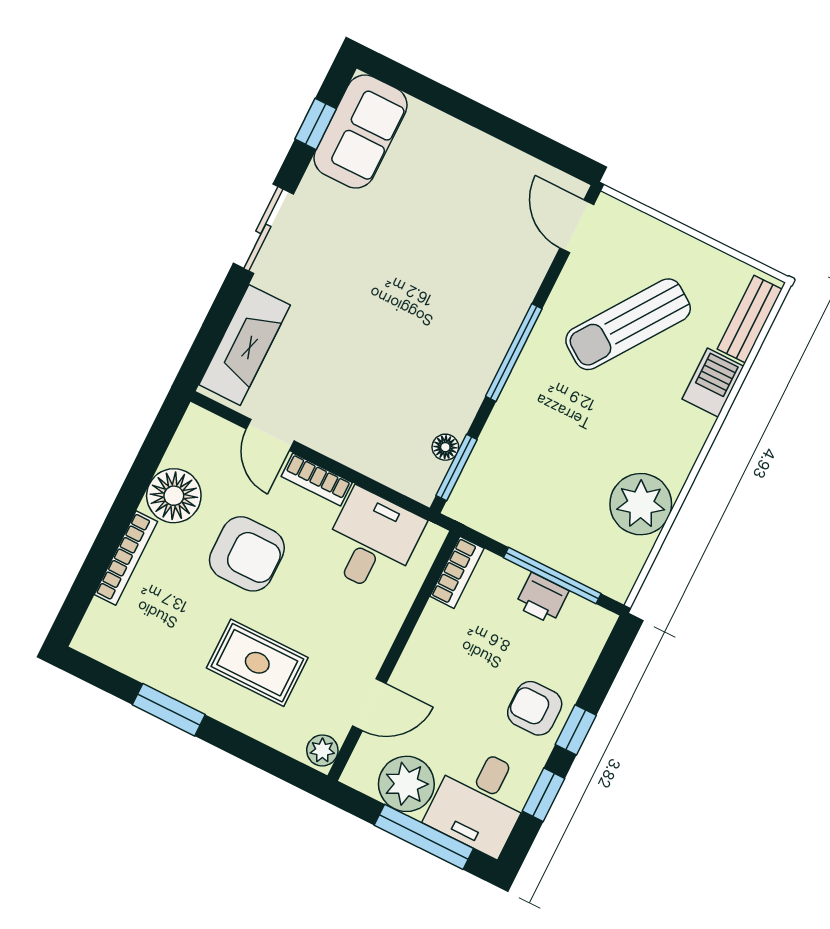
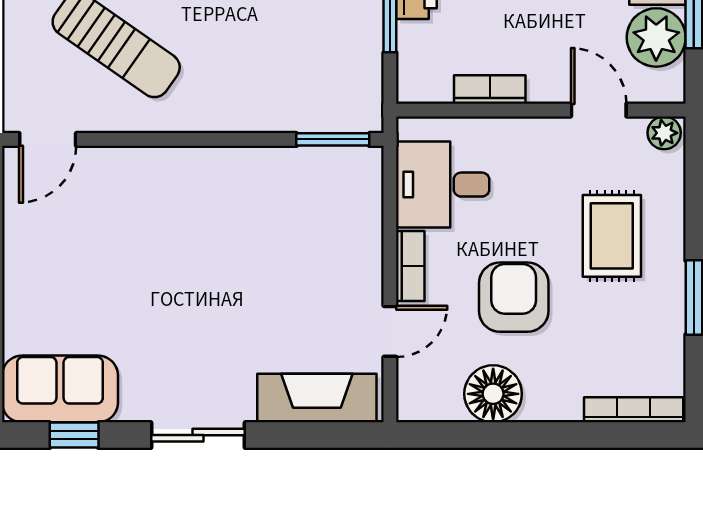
window: (514, 353) -> (197, 139), removed
floor lamp: (445, 447) -> (319, 160), removed
bookcase: (126, 558) -> (634, 410), moved
bookcase: (457, 572) -> (490, 90), moved

